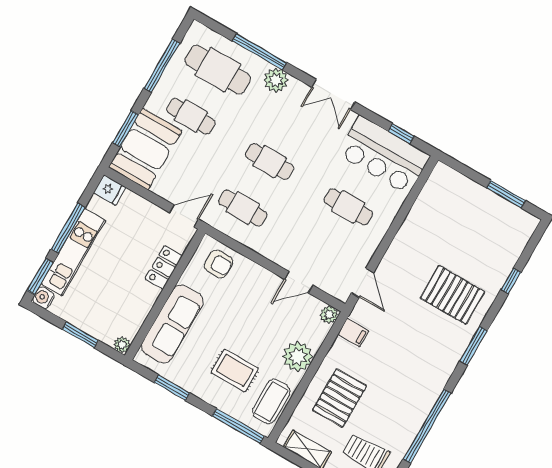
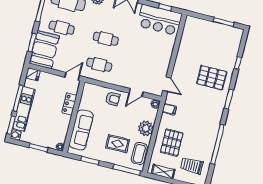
cafe table: (348, 207) -> (150, 50), removed
armchair: (219, 264) -> (113, 99), moved

